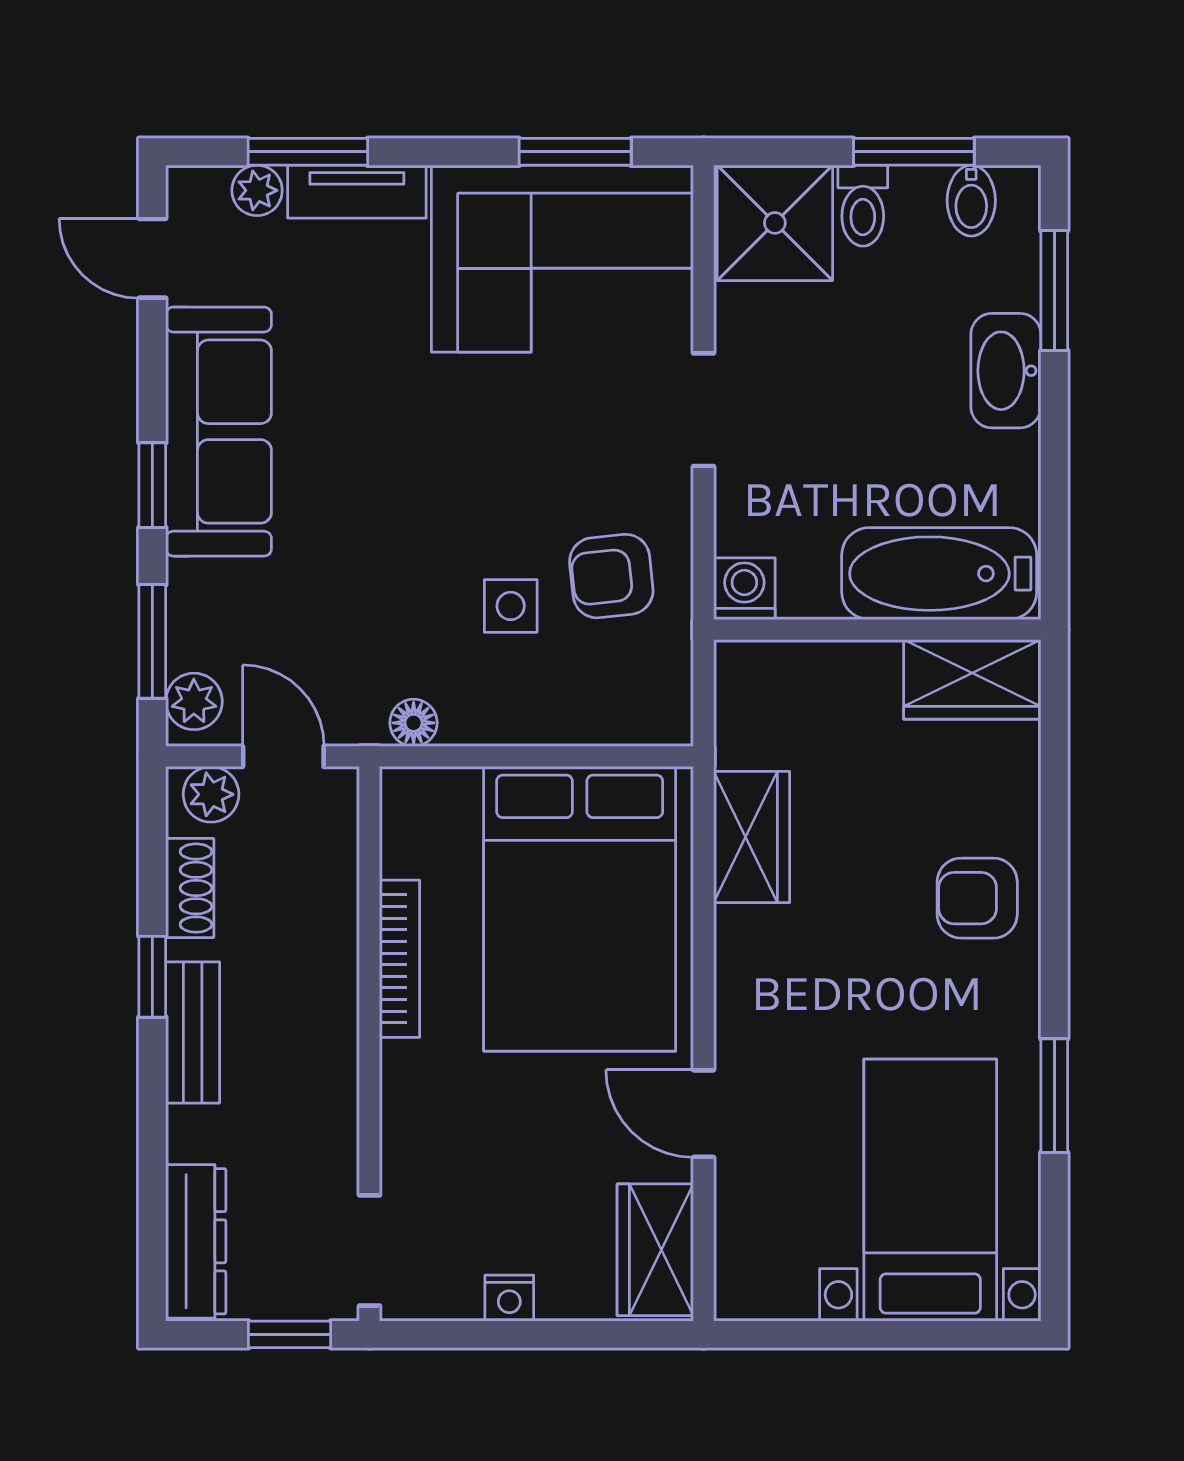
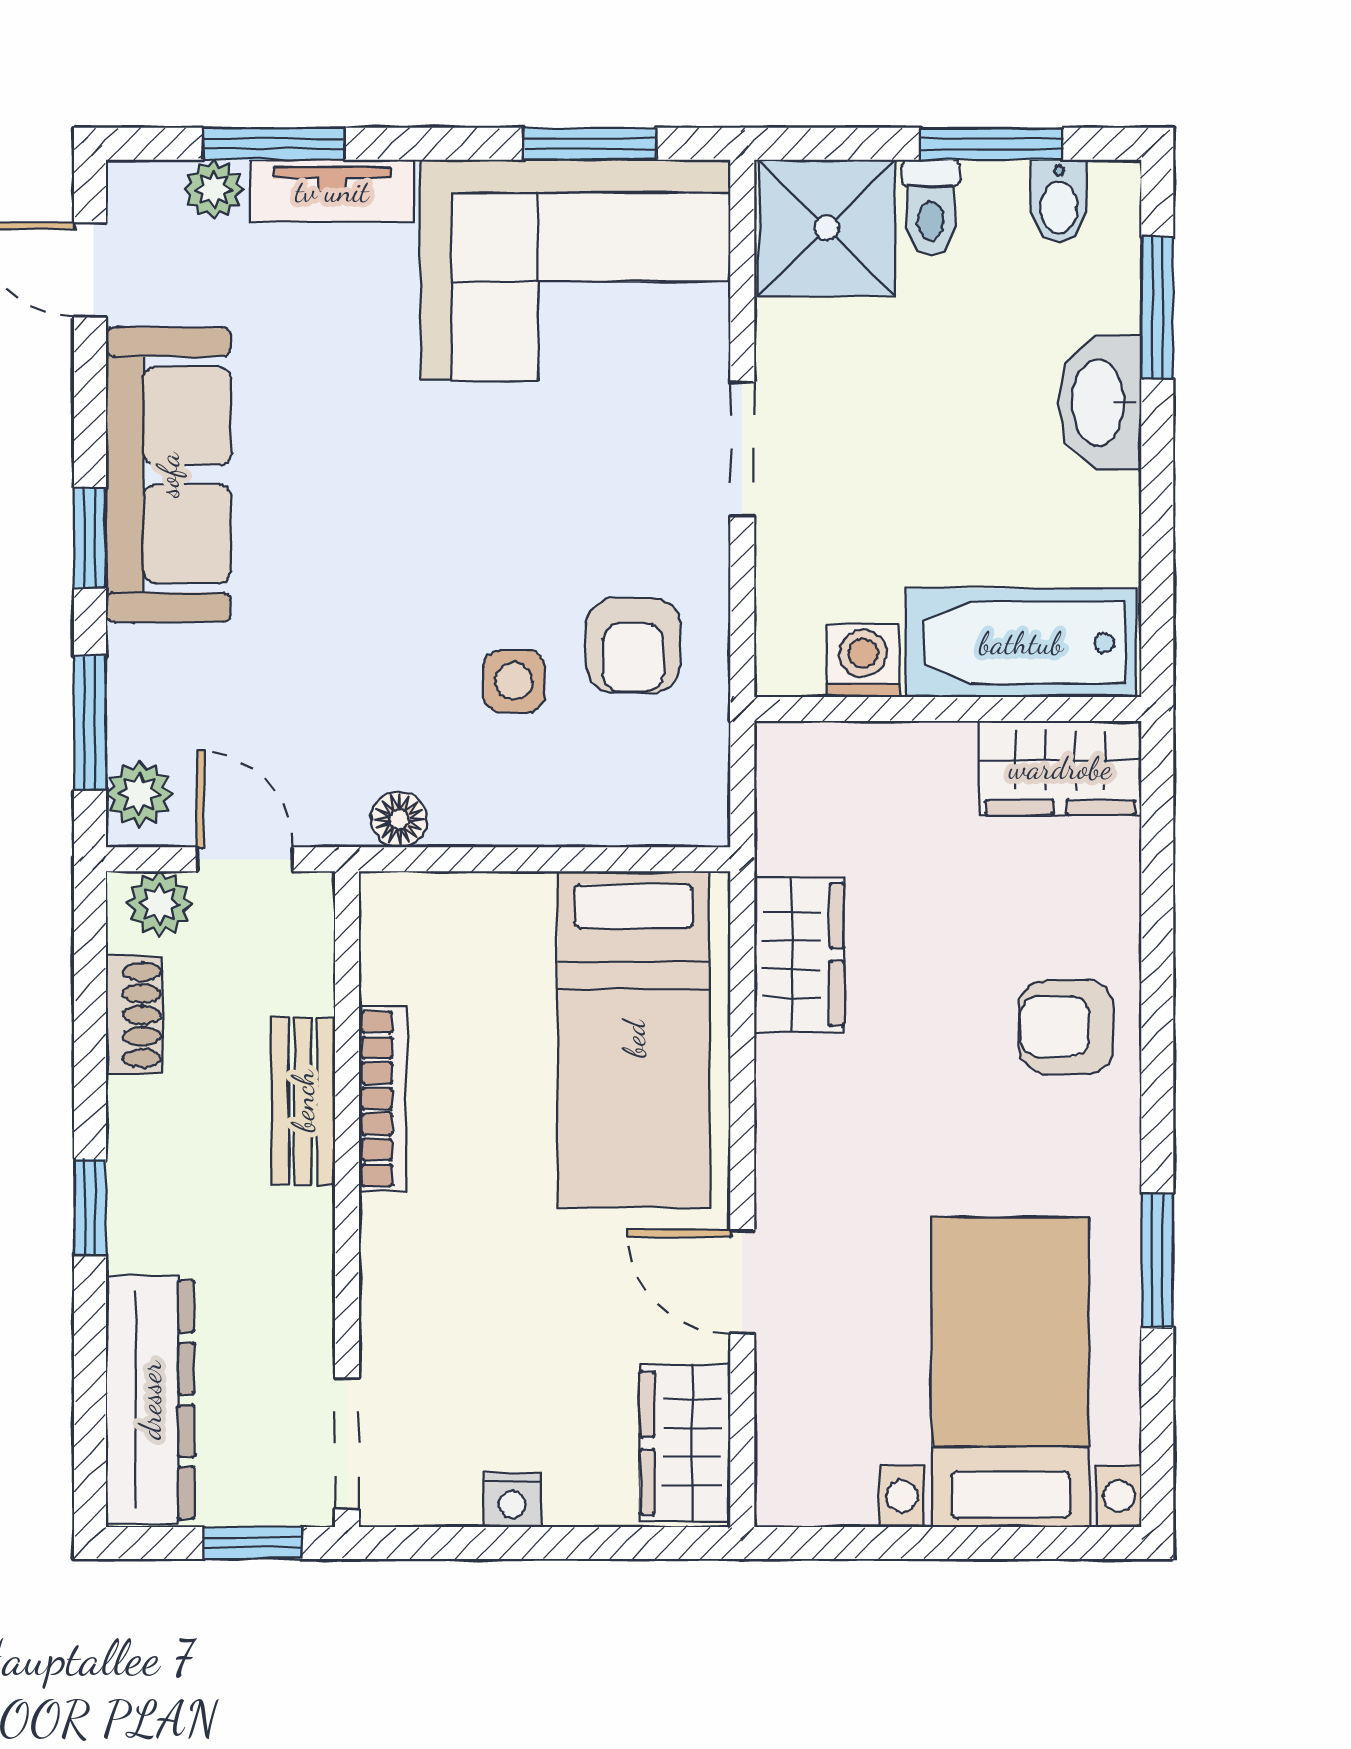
armchair: (611, 576) -> (633, 646), turned -84
washing machine: (744, 589) -> (863, 661), moved
bed: (580, 909) -> (634, 1039), width x0.67
window: (152, 977) -> (90, 1207), moved
bench: (193, 1032) -> (303, 1101), moved
dresser: (196, 1241) -> (150, 1400), width x1.37, depth x1.24

